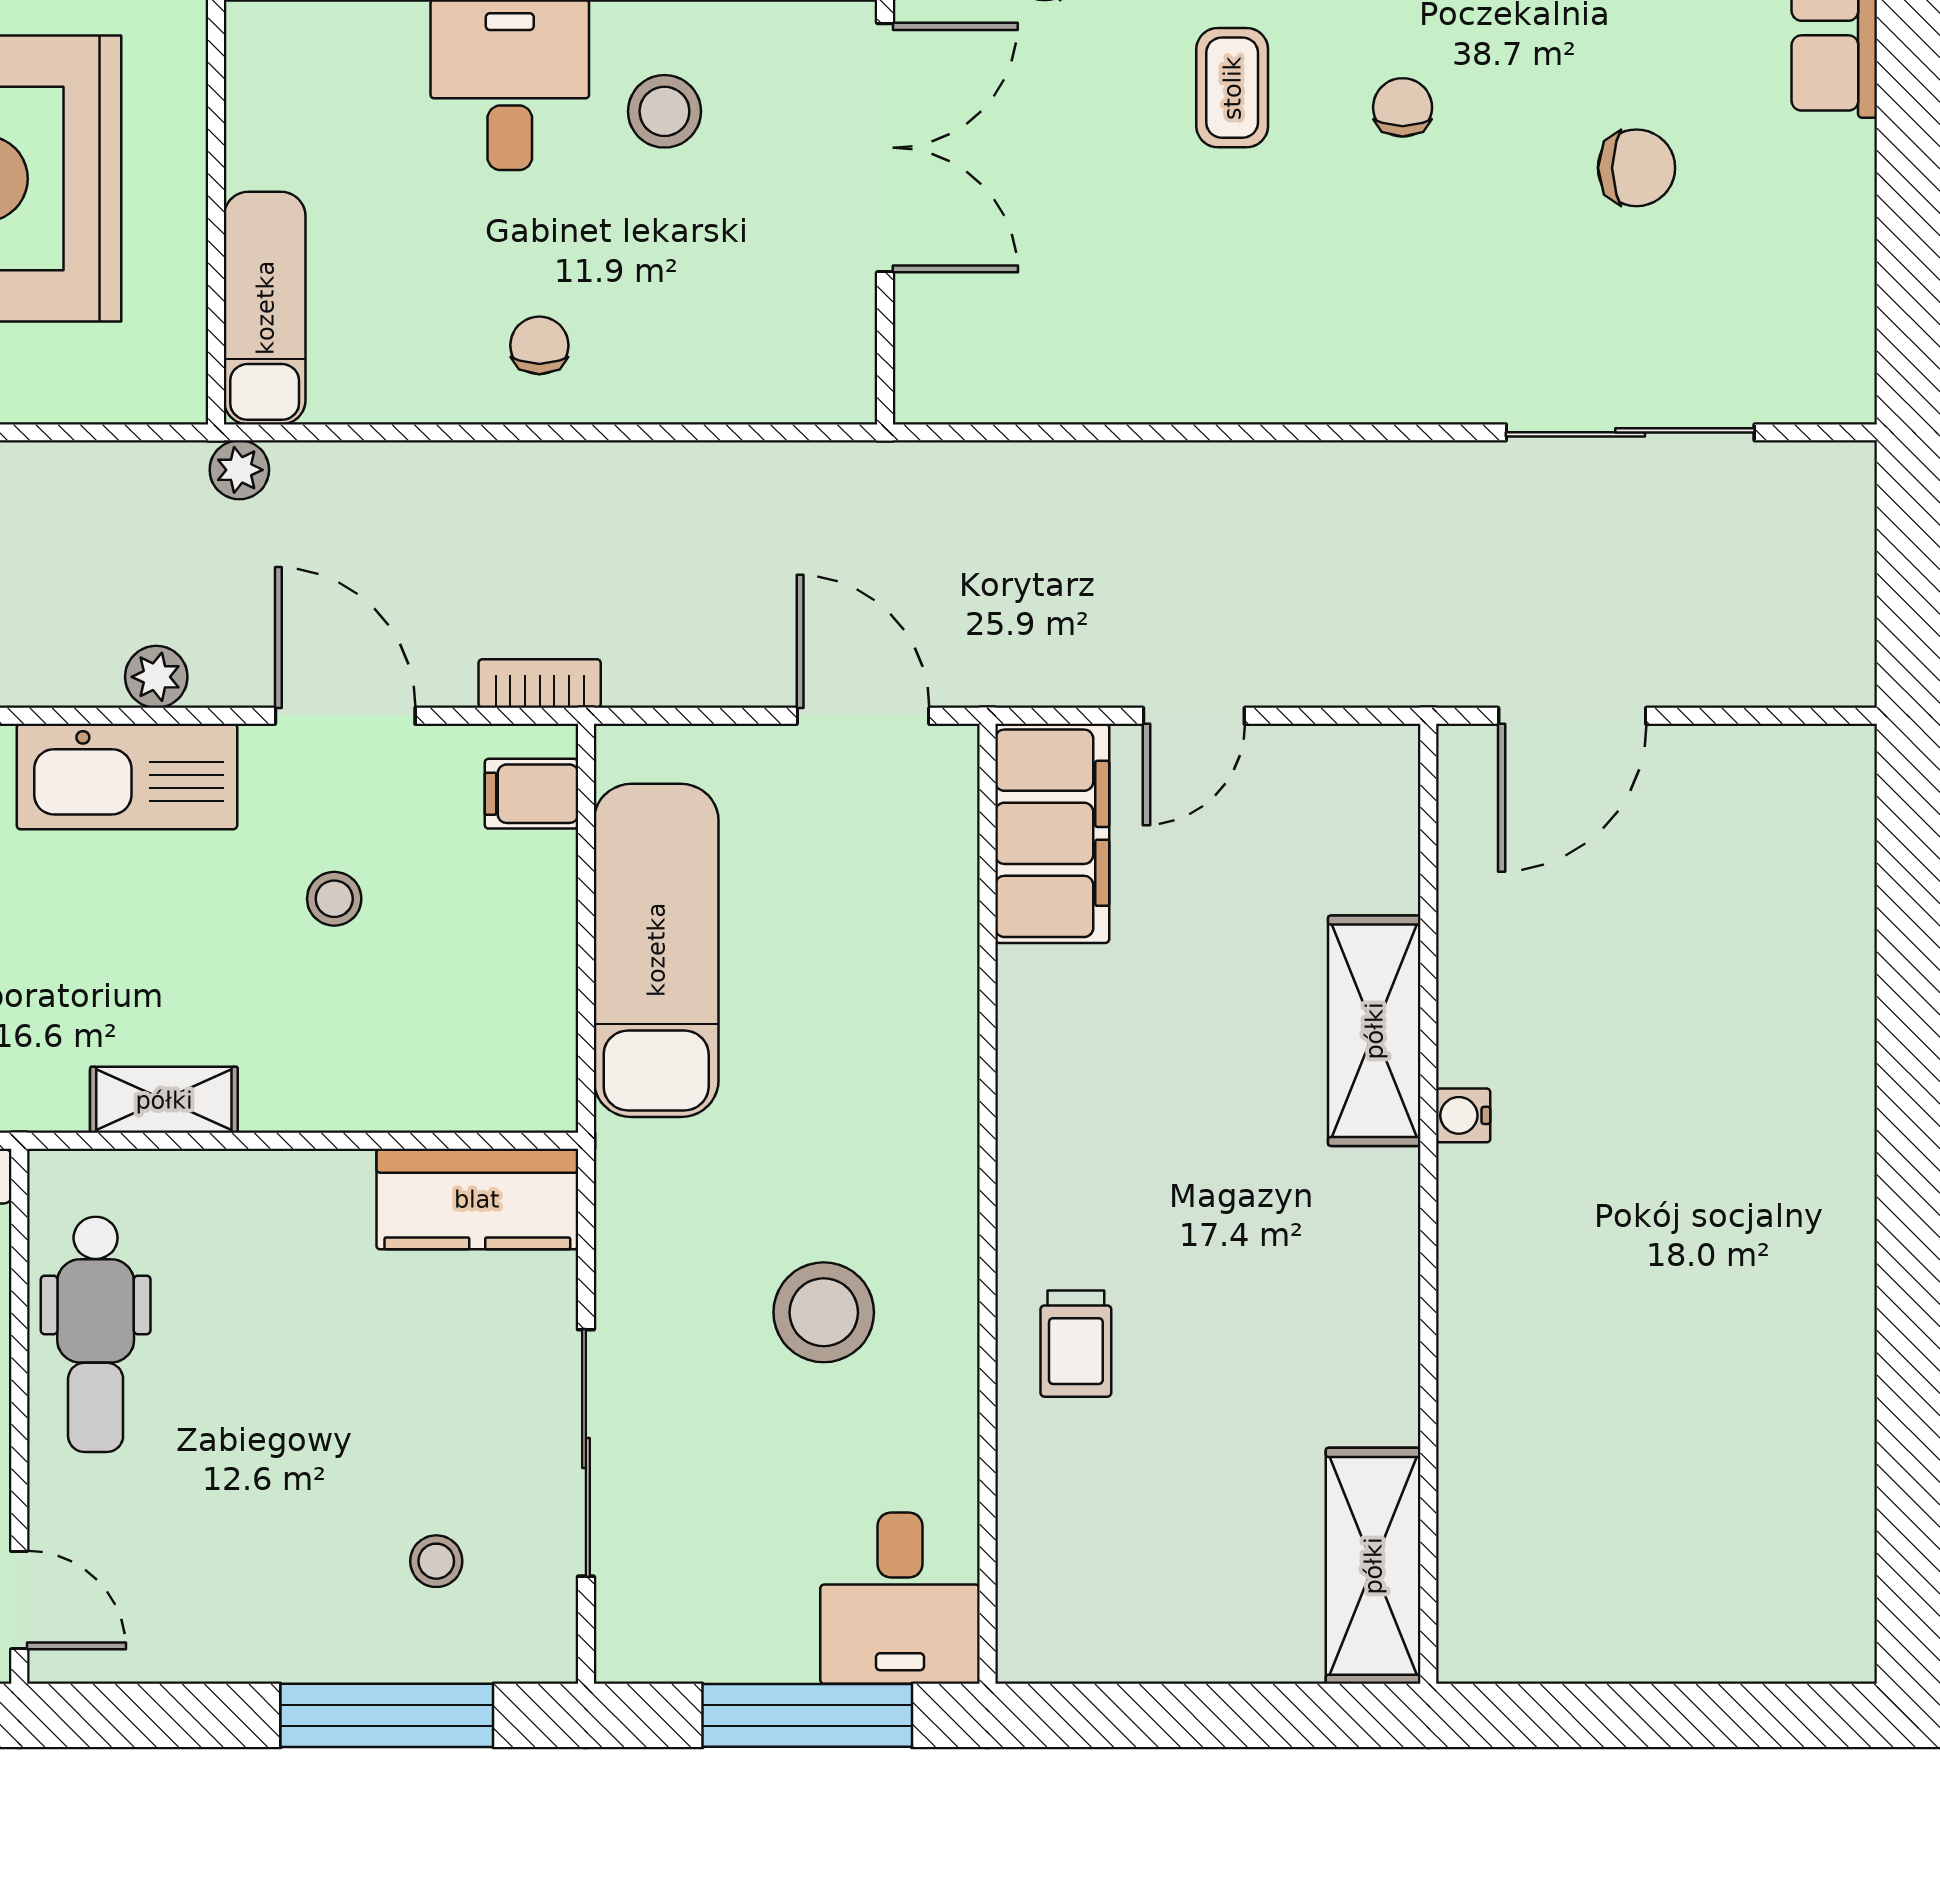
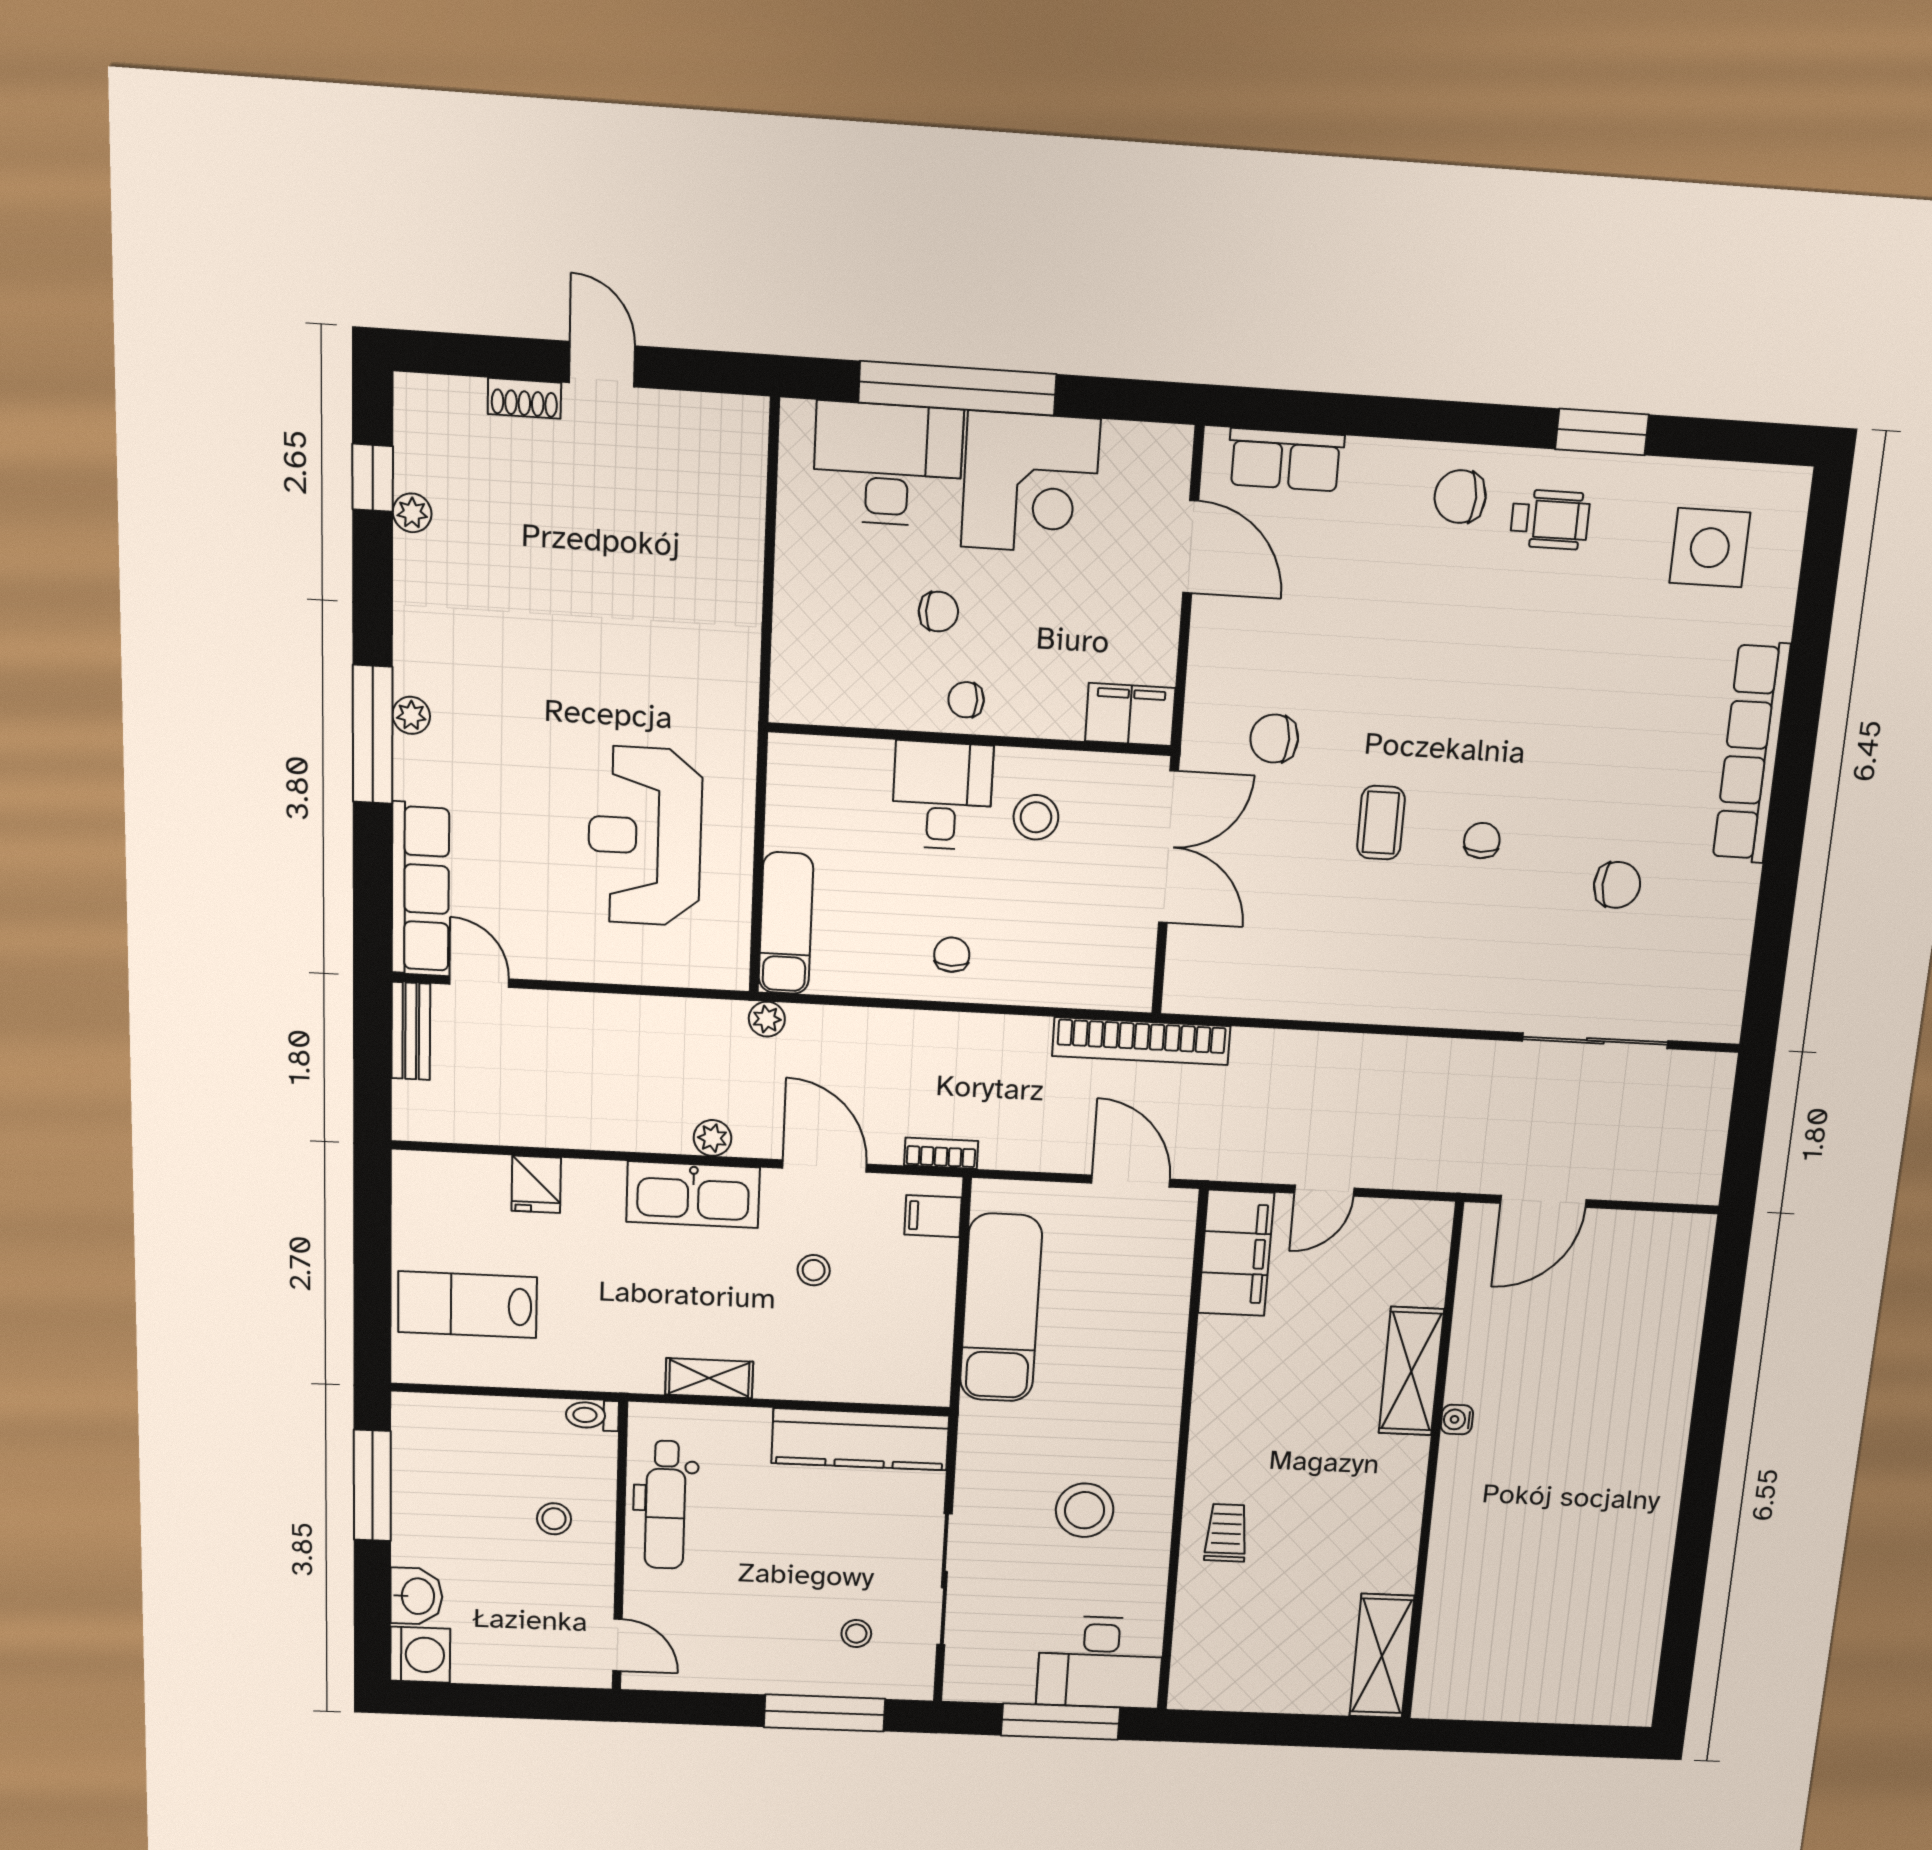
bookcase: (864, 474) -> (1141, 1041), added
kitchen counter: (477, 1199) -> (860, 1439), width x1.50
trolley: (1076, 1344) -> (1226, 1533), turned 180
desk: (900, 1598) -> (1100, 1662), width x1.37

